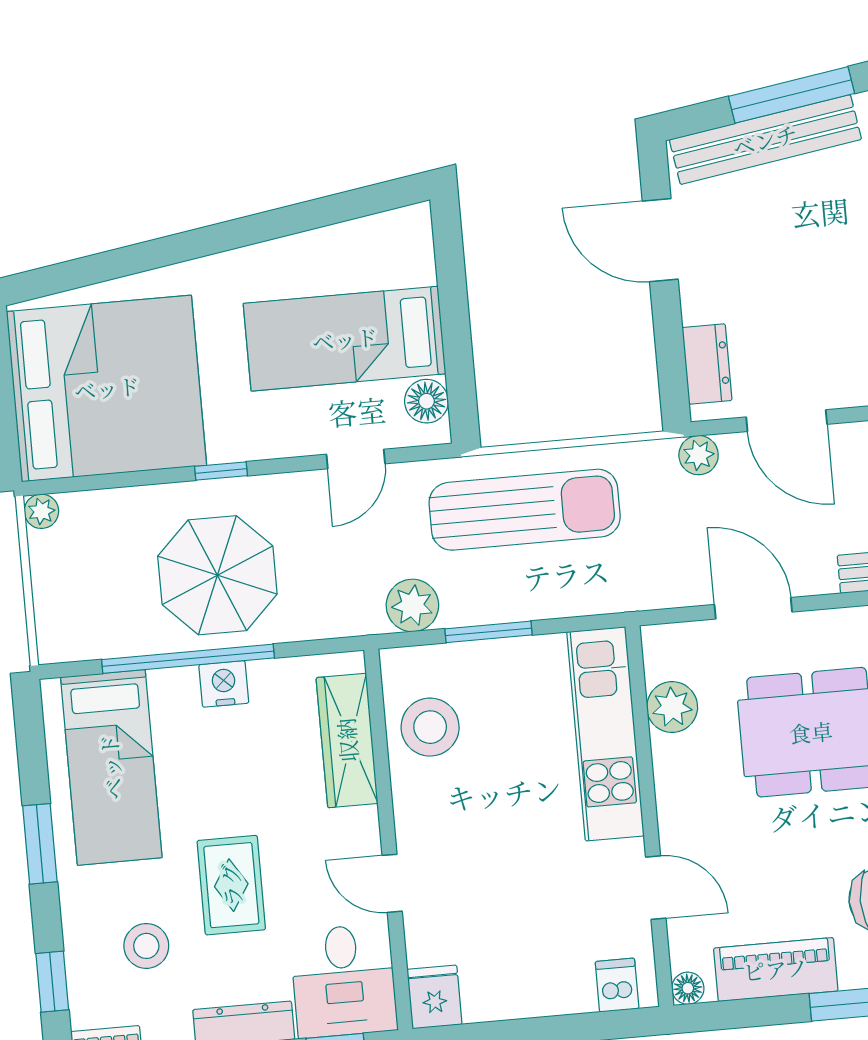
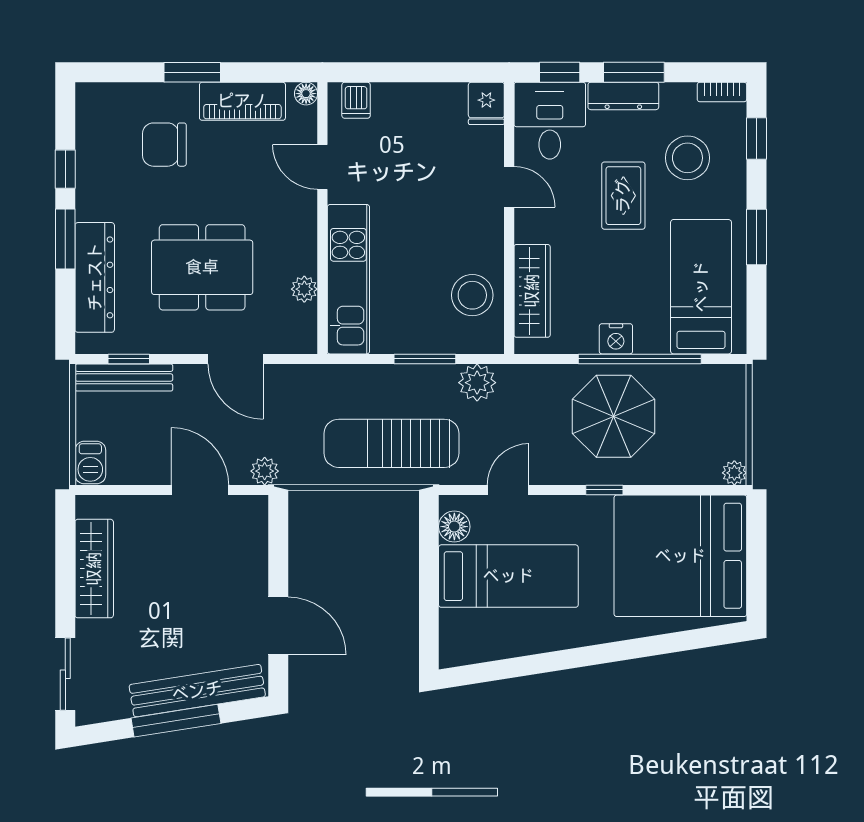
dresser: (707, 364) -> (253, 535), removed
plant: (672, 707) -> (304, 289), width x0.73, depth x0.73
stool: (146, 946) -> (687, 158), width x1.38, depth x1.38

